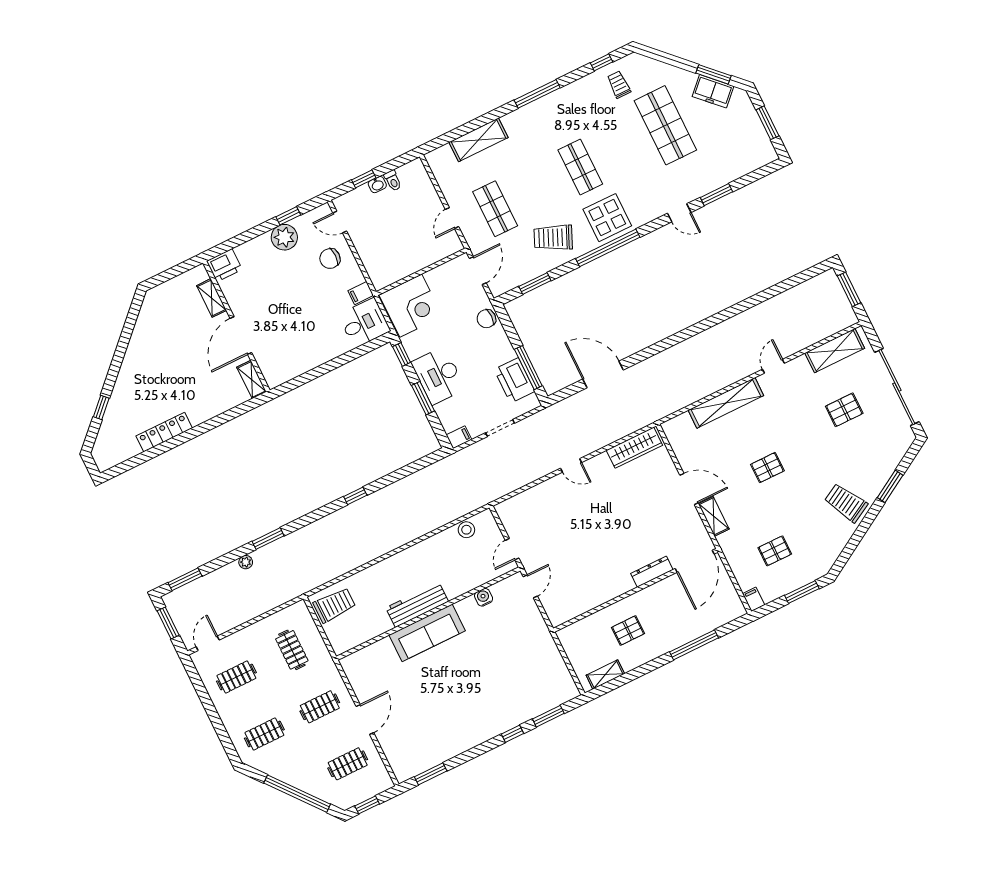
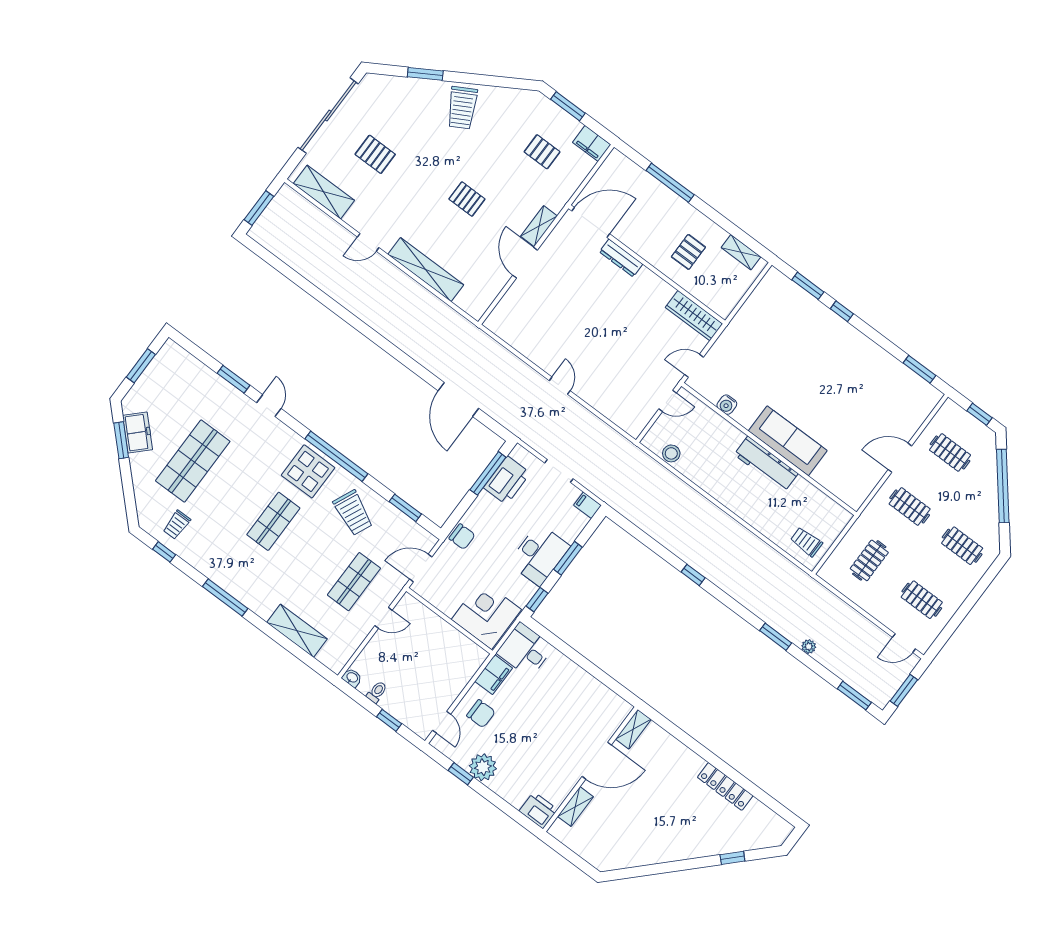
washbasin: (377, 185) -> (352, 678), moved
filing cabinet: (361, 293) -> (494, 675), width x2.00
wardrobe: (634, 448) -> (694, 316), moved, turned 180
filing cabinet: (754, 599) -> (592, 143), width x2.00
trolley: (334, 605) -> (806, 542), width x0.73, depth x0.72
pallet: (628, 631) -> (688, 252), turned 90

